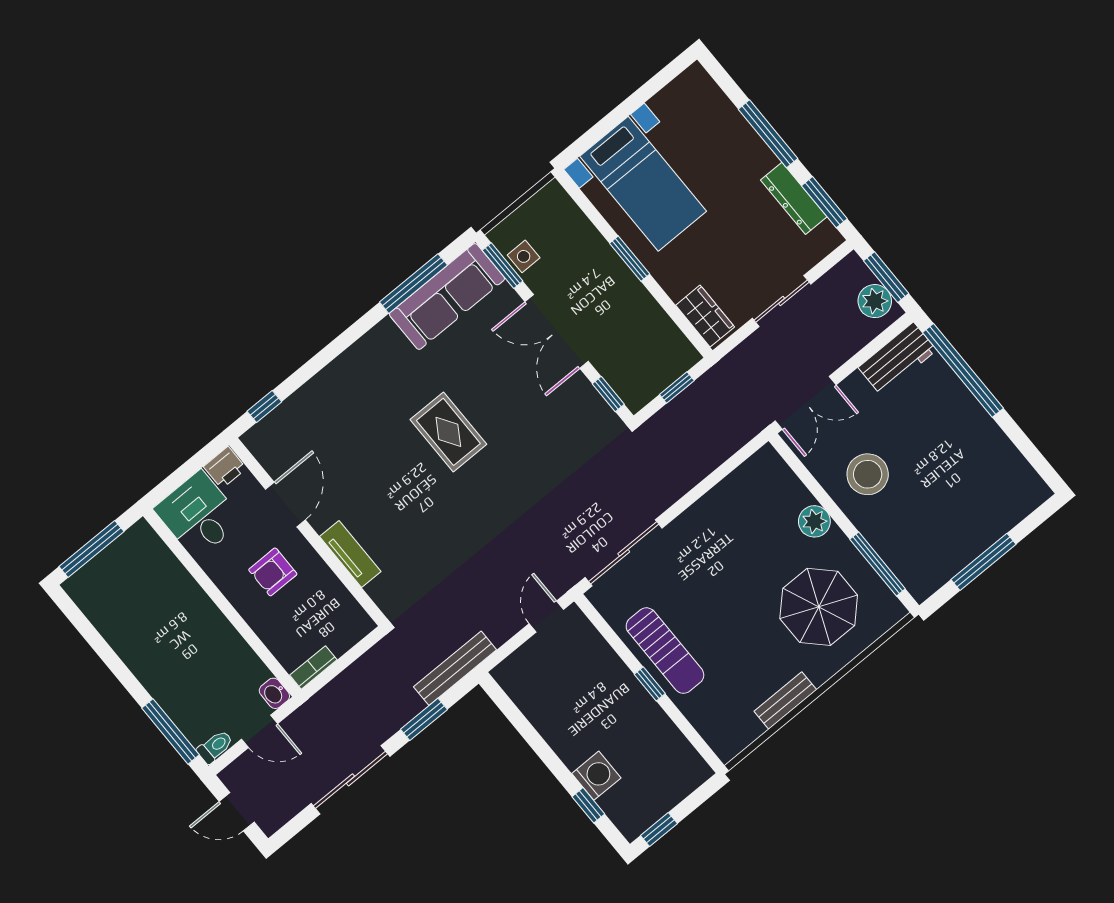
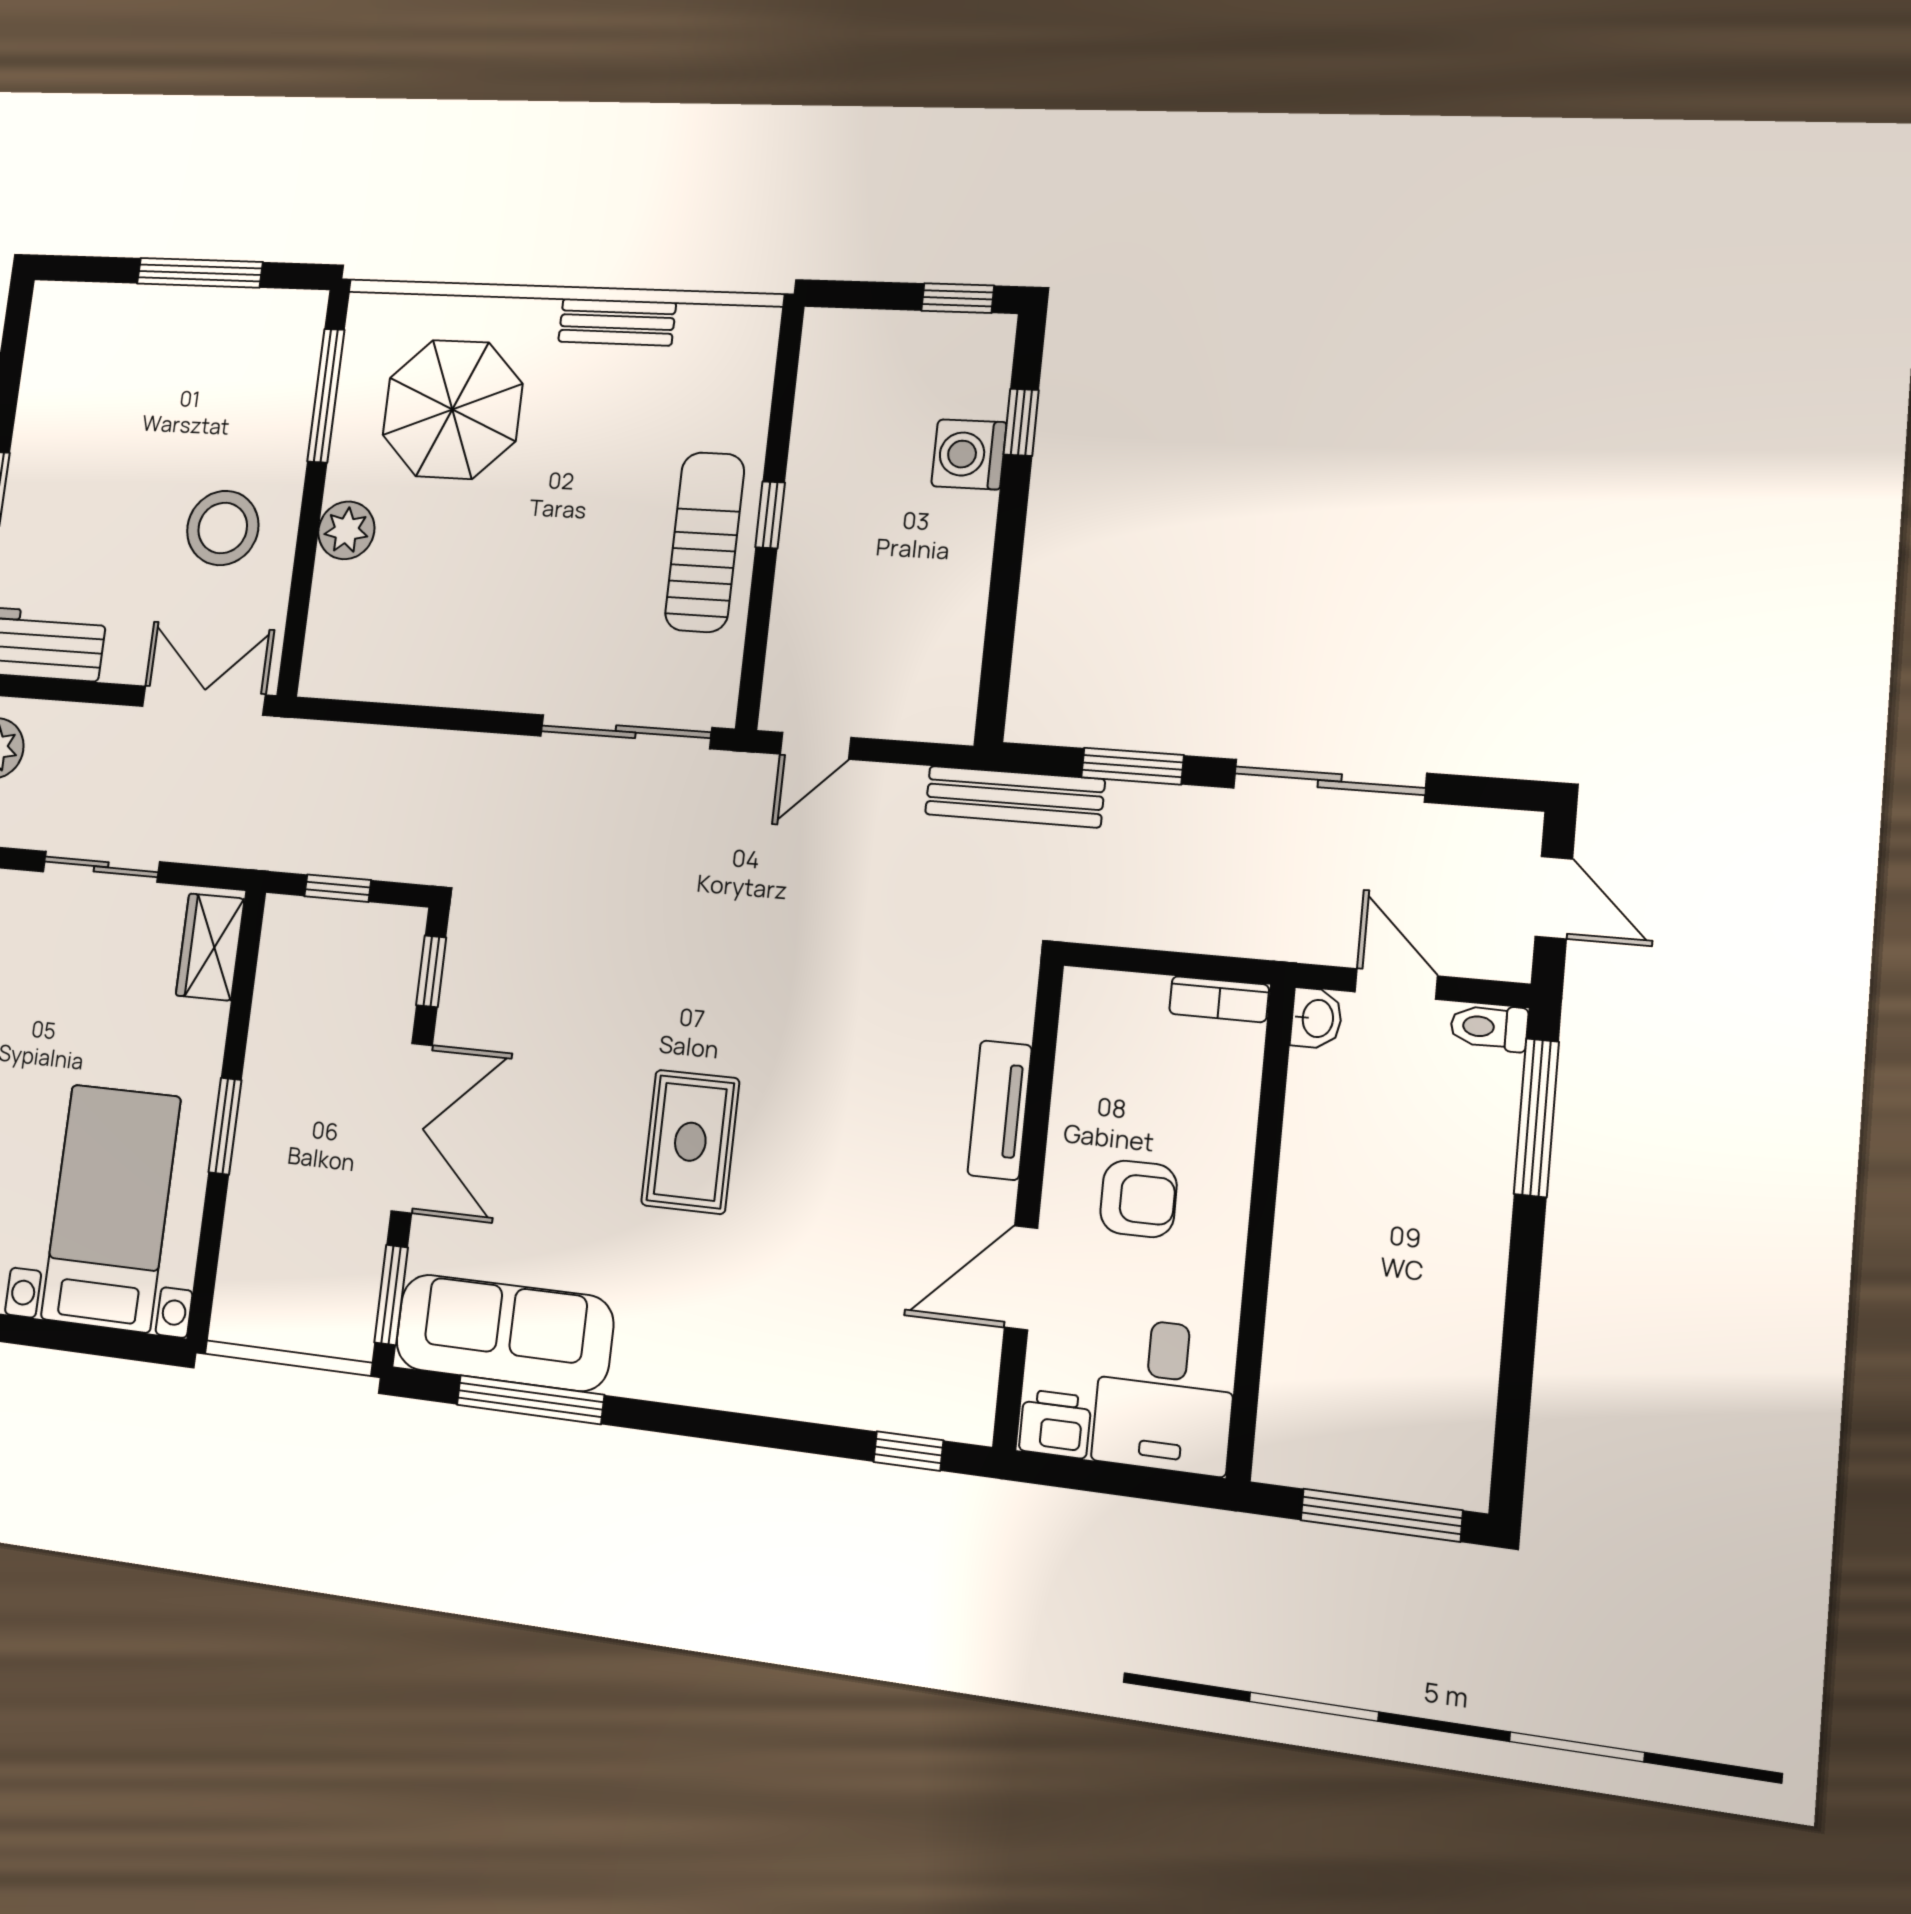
side table: (524, 256) -> (352, 1277), removed

